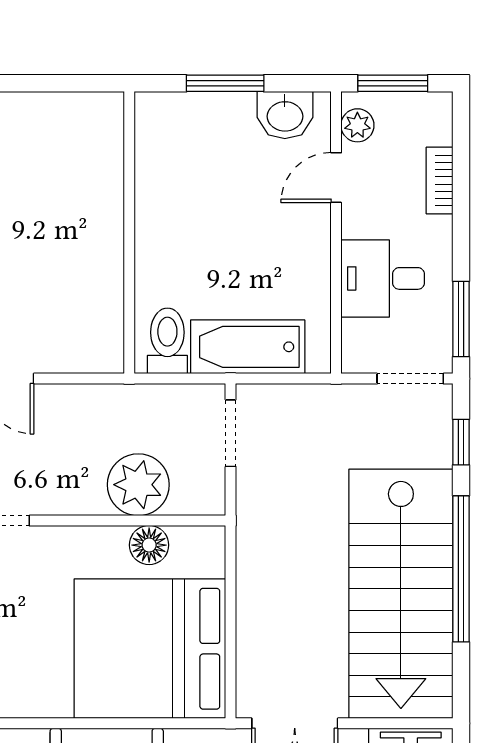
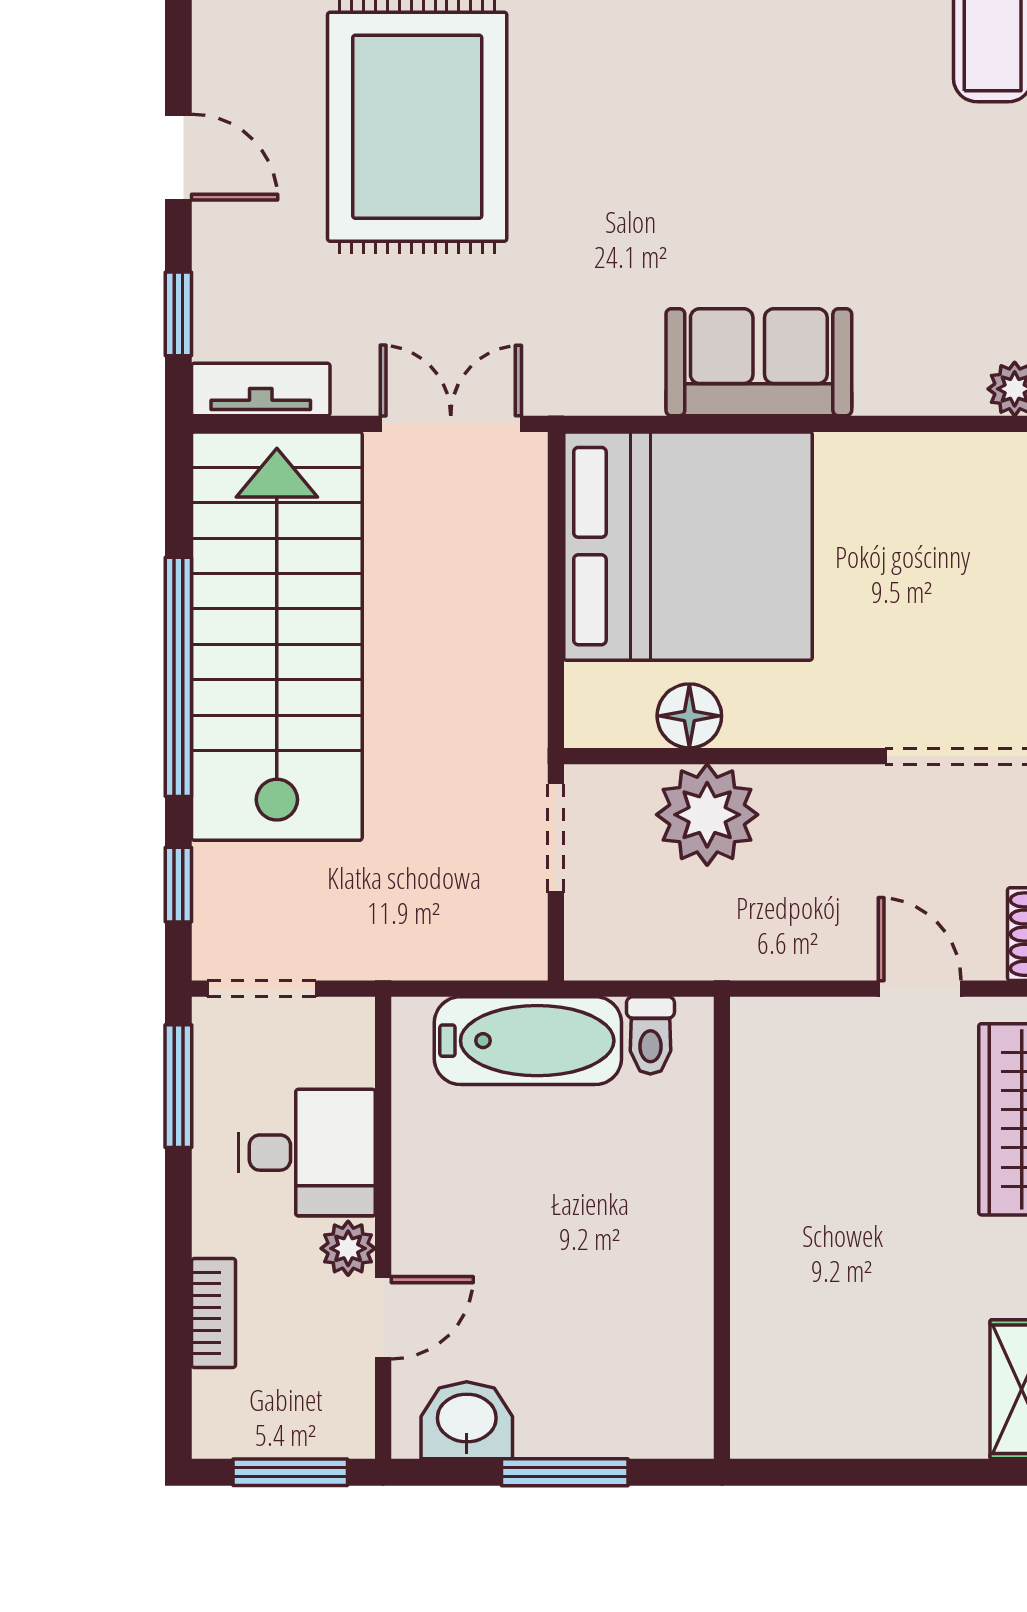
plant: (357, 125) -> (348, 1248), moved
toilet: (167, 341) -> (650, 1035), width x0.73, depth x0.72
doorway: (231, 433) -> (556, 838), moved

